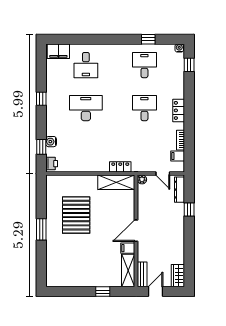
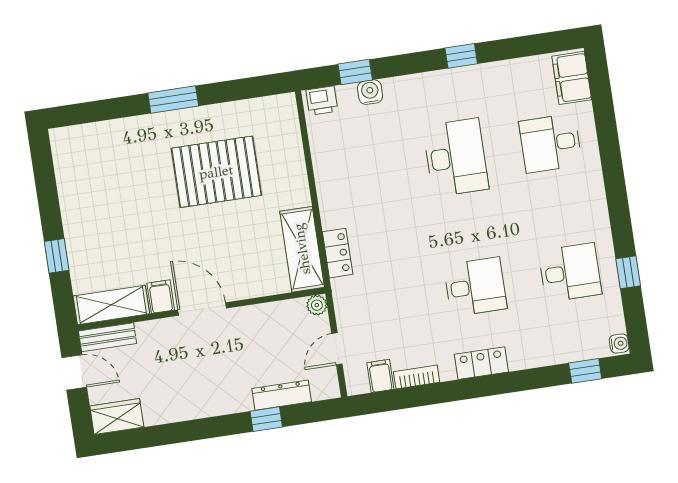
dresser: (179, 190) -> (282, 395), moved

